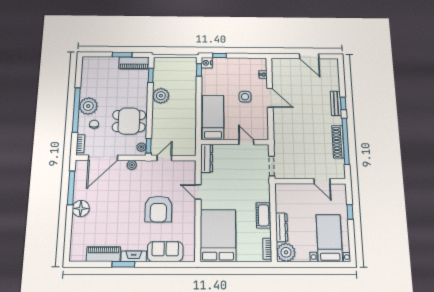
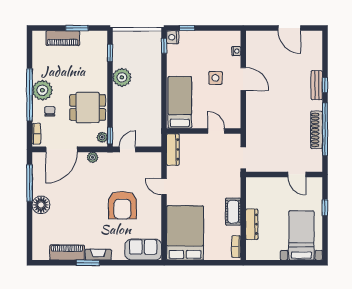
piano: (134, 63) -> (63, 38), moved
sofa: (165, 251) -> (143, 250), moved
plant: (286, 252) -> (256, 250), removed

